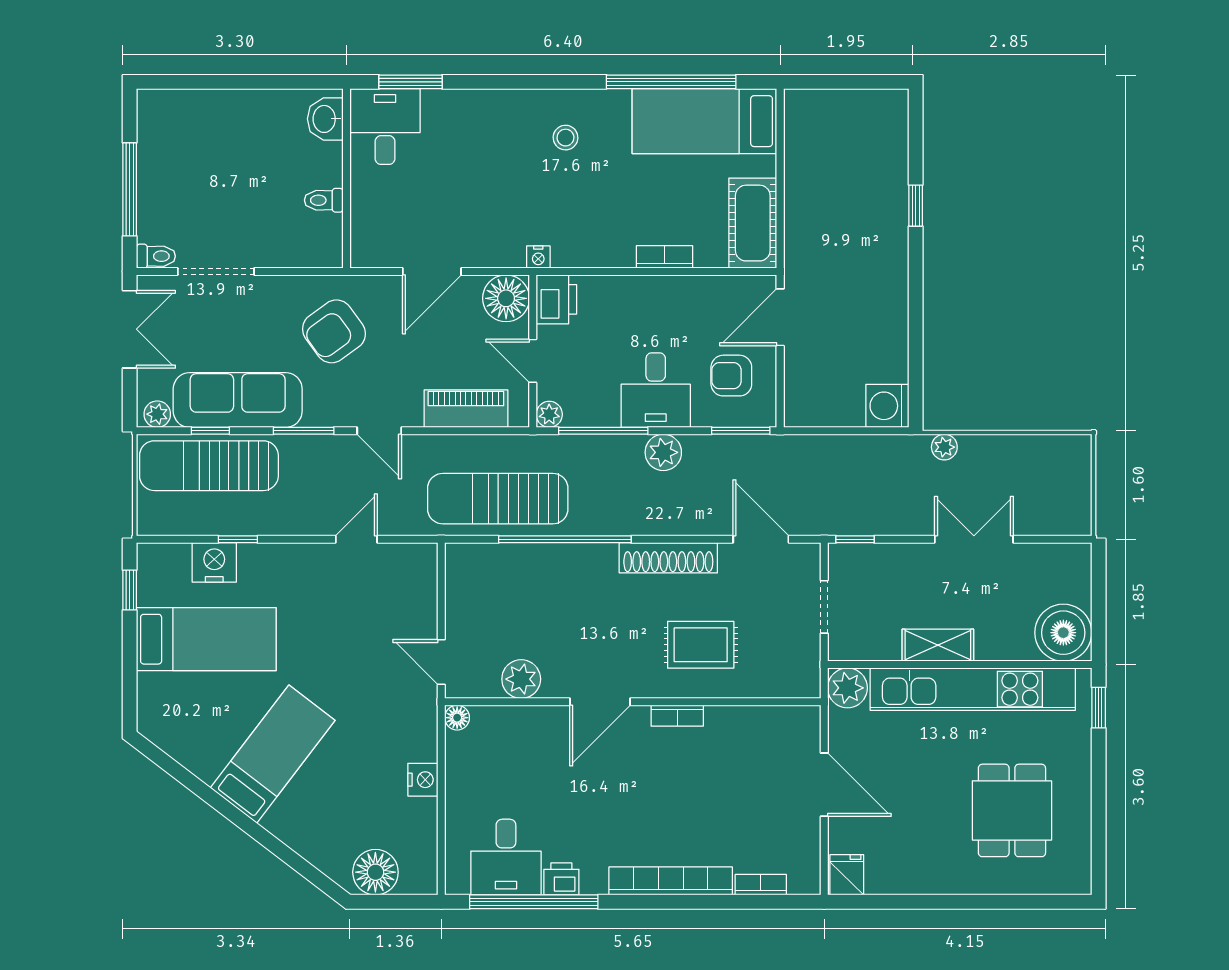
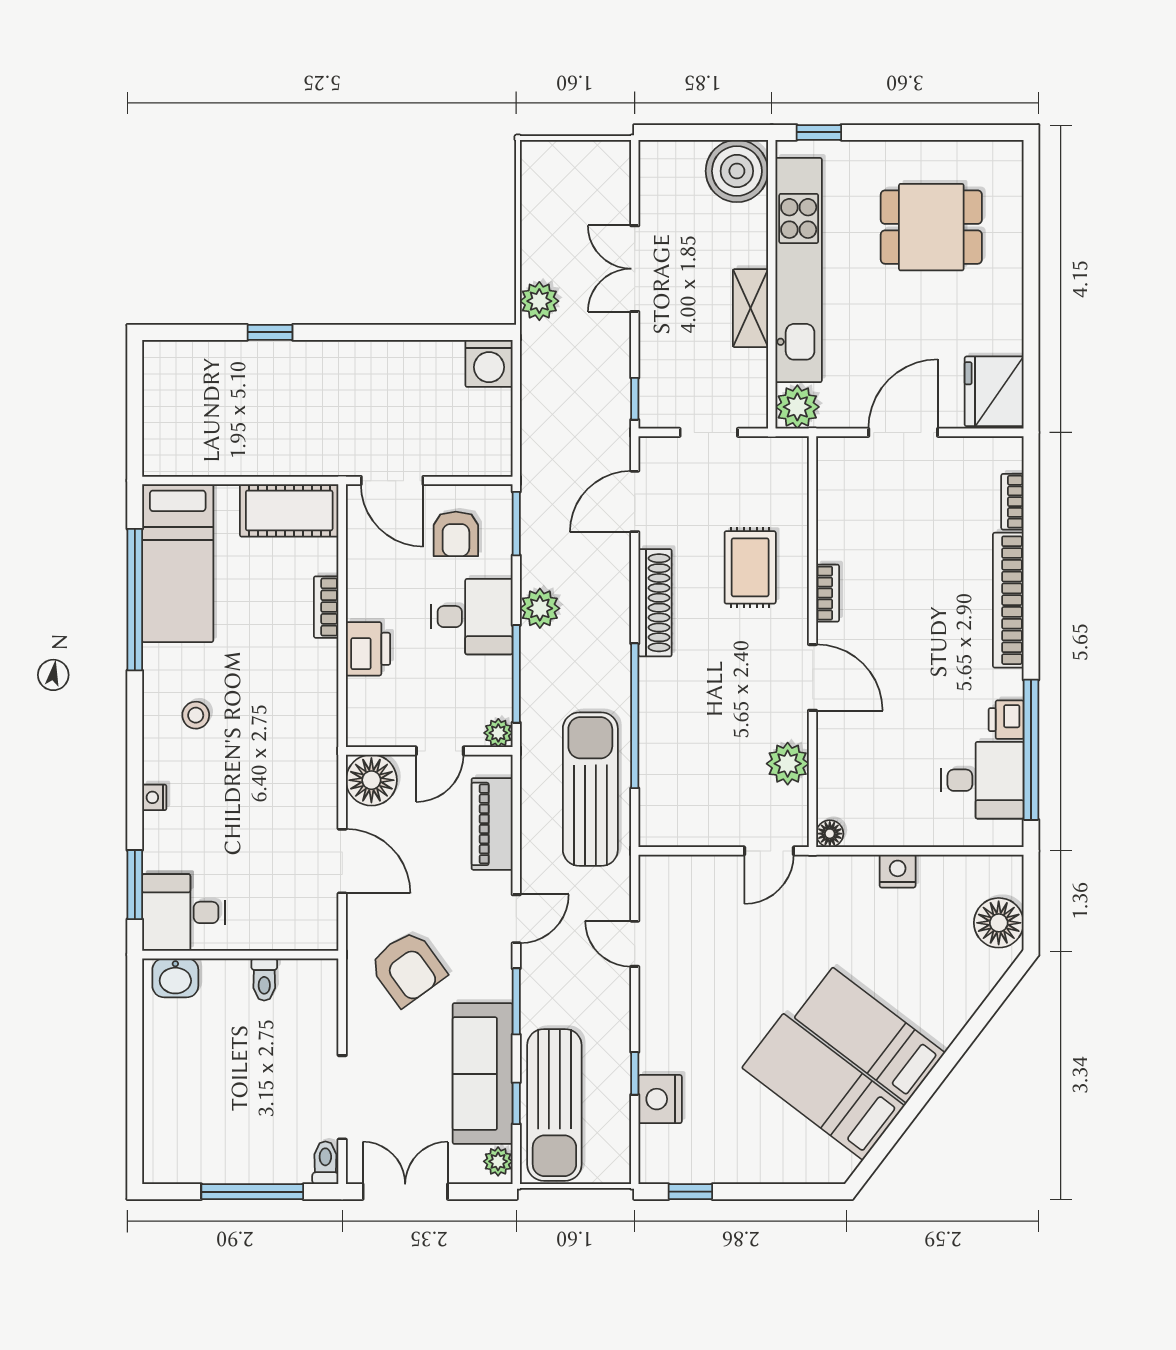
nightstand: (538, 257) -> (154, 797), moved, turned 180
printer: (556, 299) -> (368, 649), moved, turned 90
plant: (944, 447) -> (539, 301), width x1.38, depth x1.38
sun lounger: (498, 499) -> (590, 789), turned 180
bed: (206, 639) -> (823, 1087), moved, turned -53
fridge: (847, 875) -> (994, 391), width x1.88, depth x1.34

